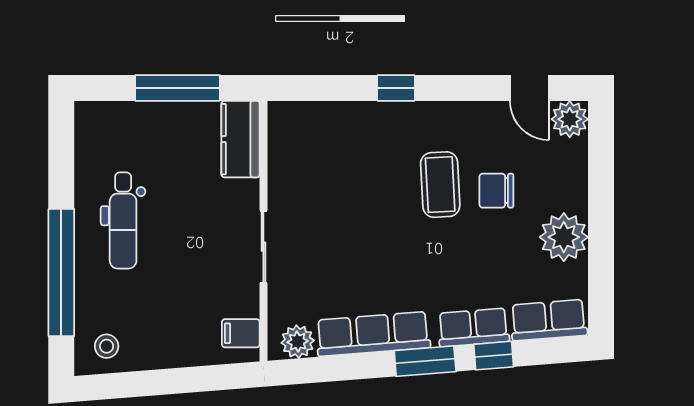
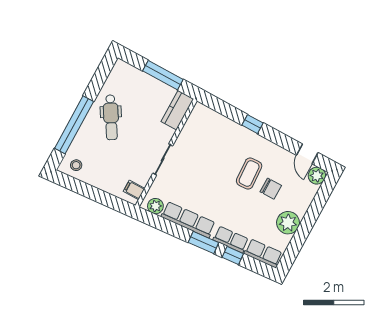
chair: (496, 191) -> (271, 189), turned 180
dental chair: (123, 220) -> (111, 117), turned -31

